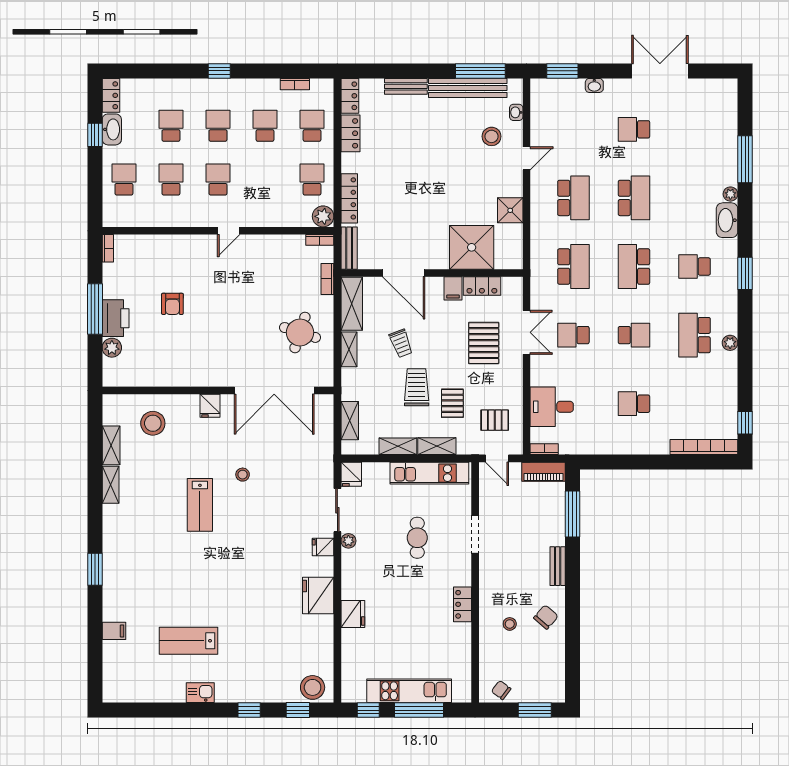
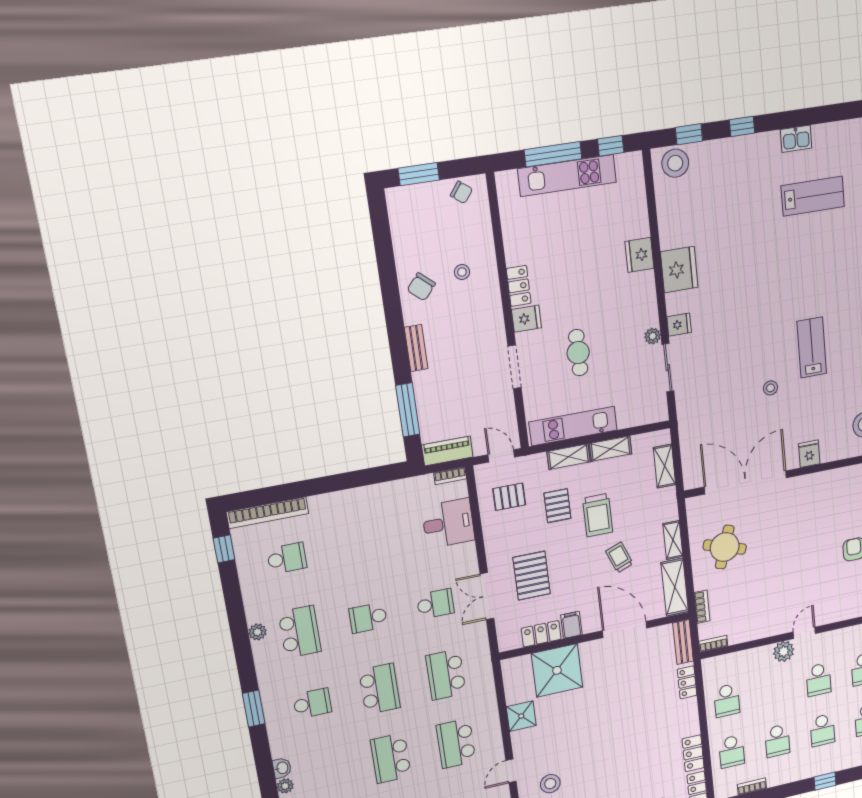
locker: (349, 198) -> (687, 682), width x0.66
plant: (323, 216) -> (784, 651), moved
washbasin: (727, 220) -> (282, 768), width x0.52, depth x0.69
school desk: (634, 404) -> (287, 558), moved
fridge: (351, 474) -> (526, 319), moved, turned 90

